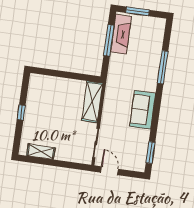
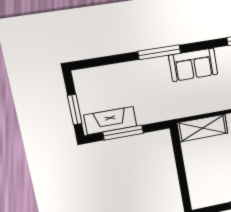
window: (163, 67) -> (159, 52), moved

